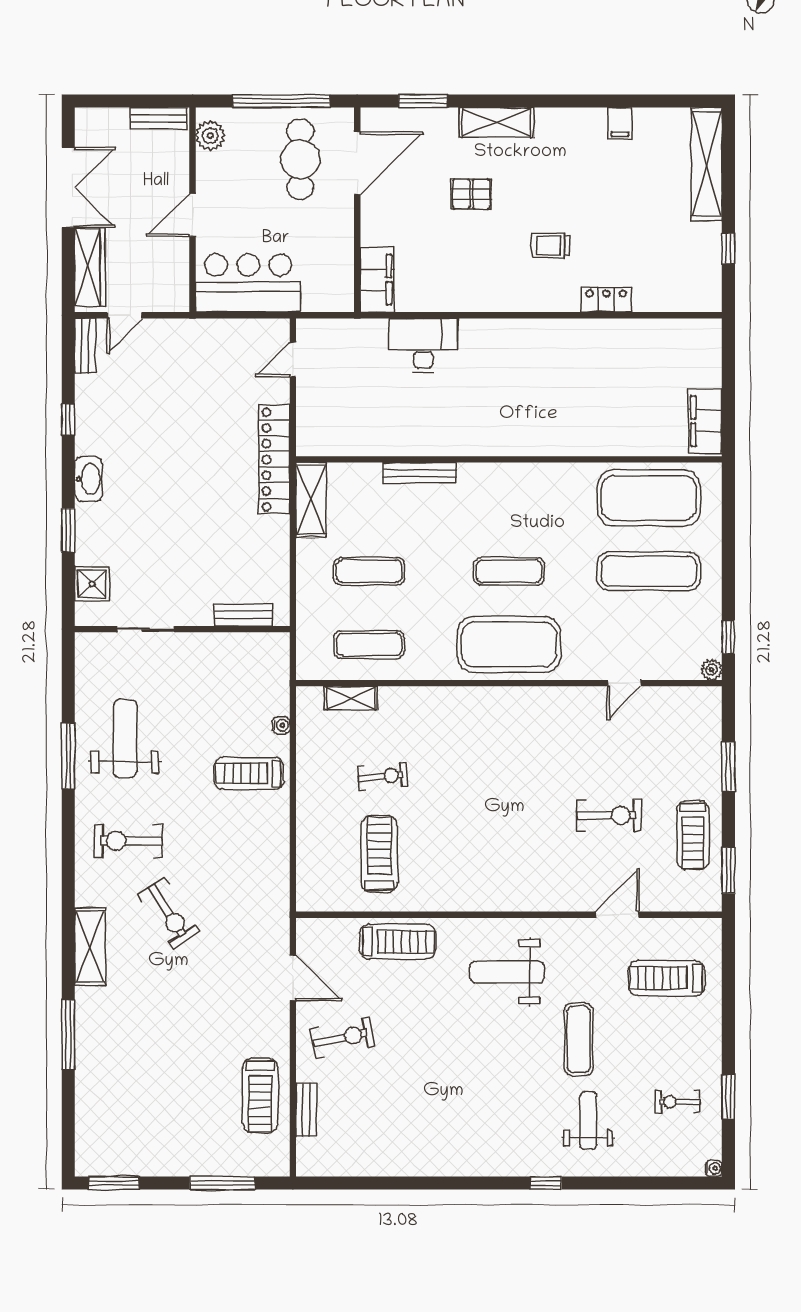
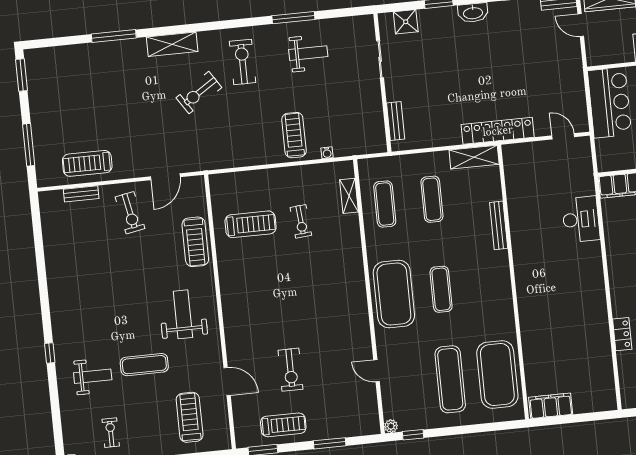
weight bench: (125, 739) -> (308, 53), width x0.73, depth x0.75
treadmill: (693, 835) -> (283, 425), turned 180

